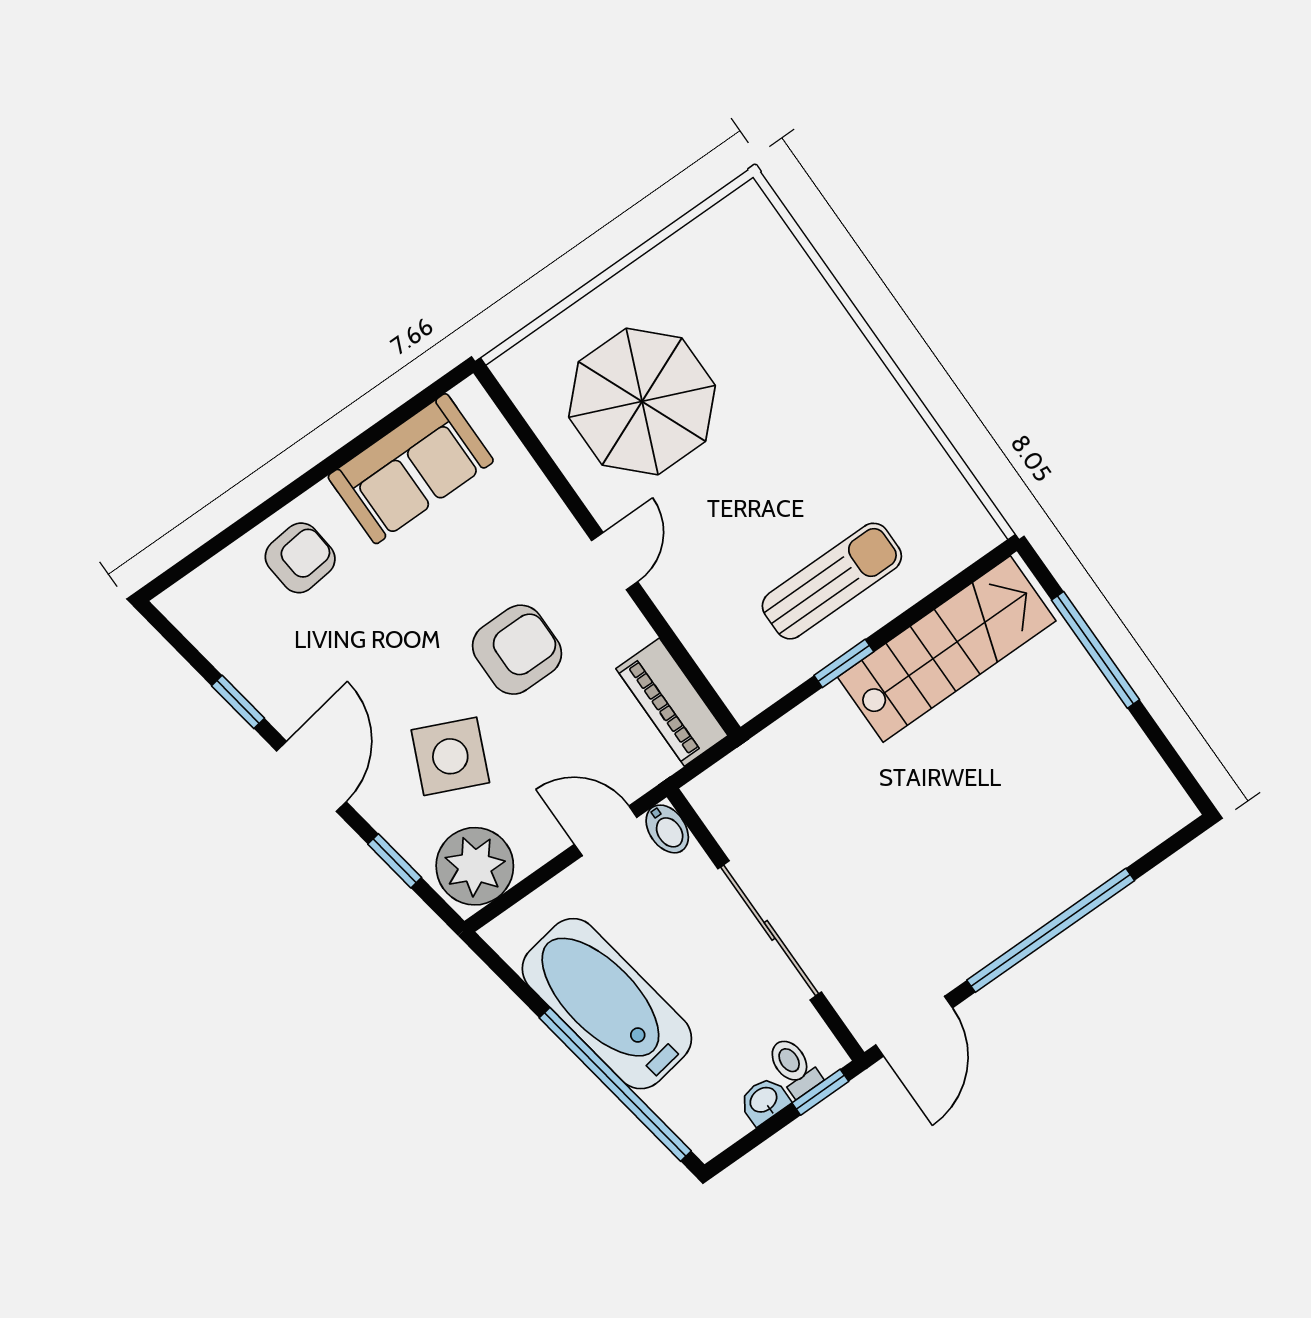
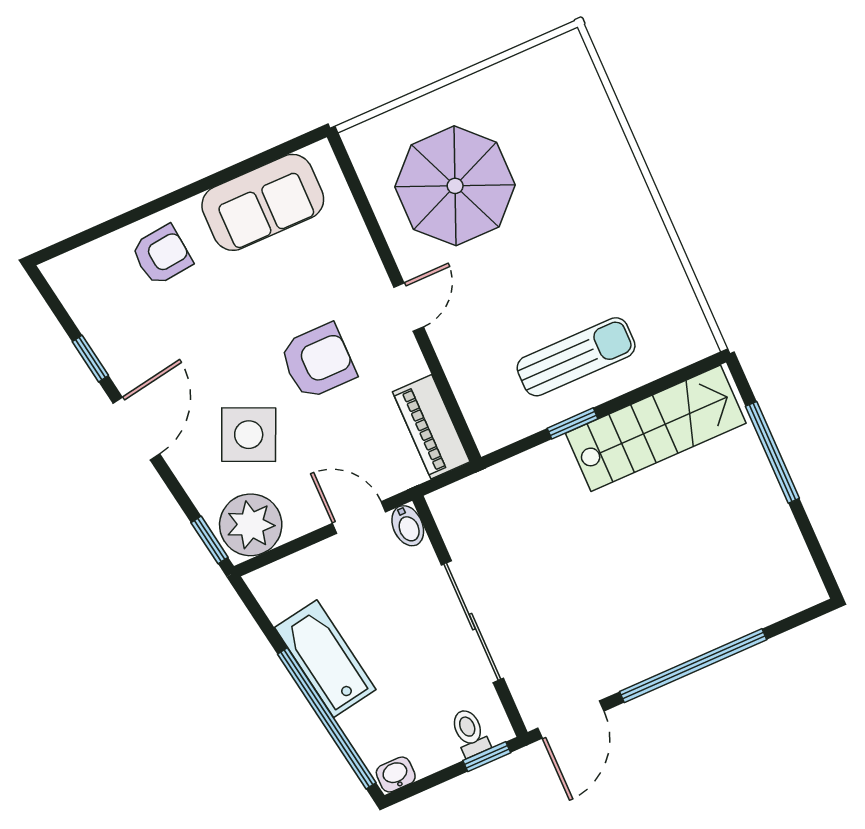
window: (395, 861) -> (210, 540), moved
bathtub: (607, 1004) -> (325, 659), width x0.73, depth x0.73
washbasin: (764, 1101) -> (396, 775), moved

